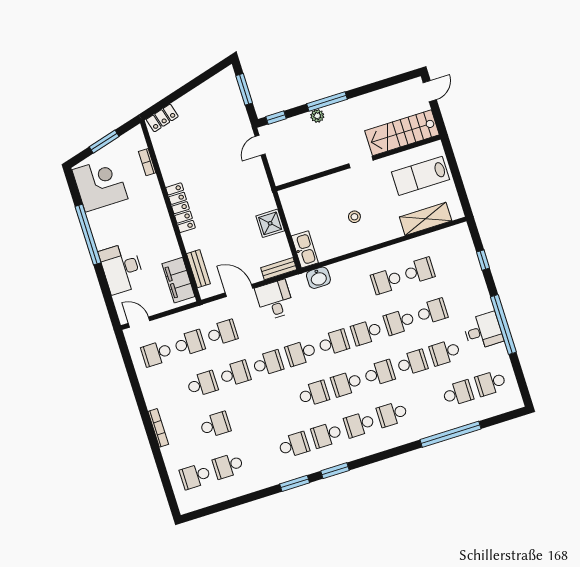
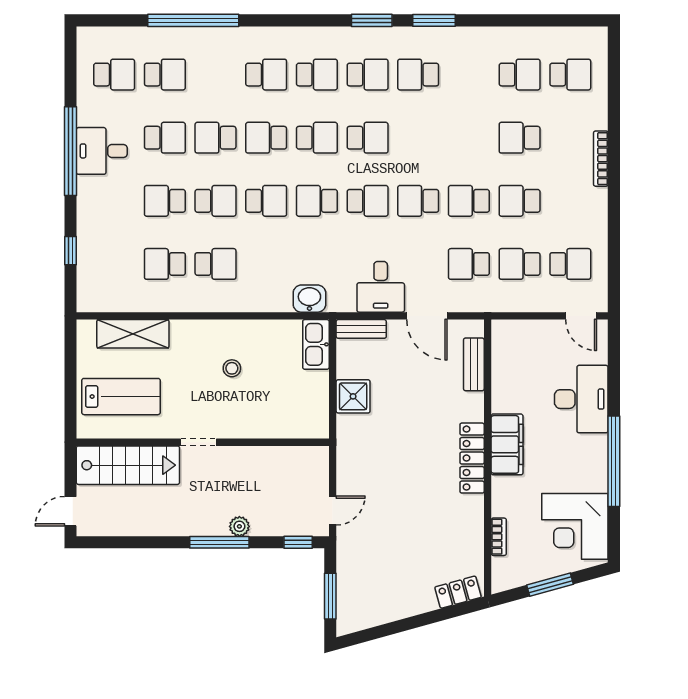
filing cabinet: (178, 280) -> (507, 444), moved
school desk: (458, 393) -> (165, 75), turned 180
school desk: (314, 394) -> (368, 138), turned 180

